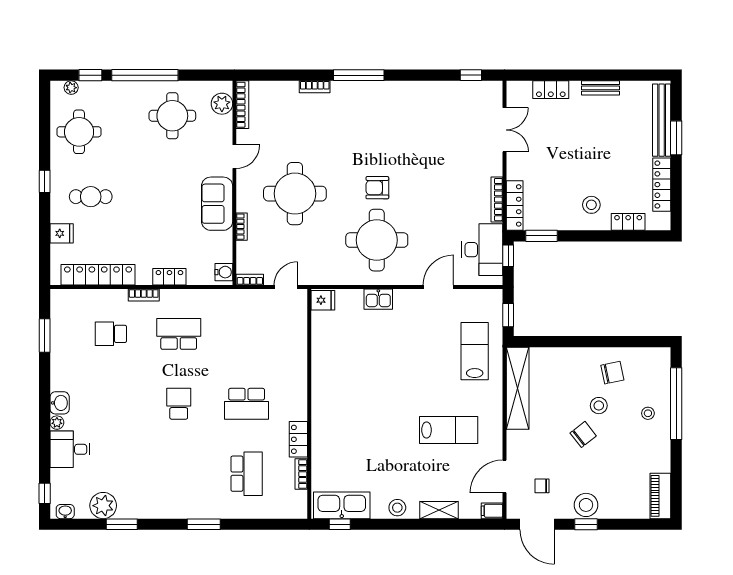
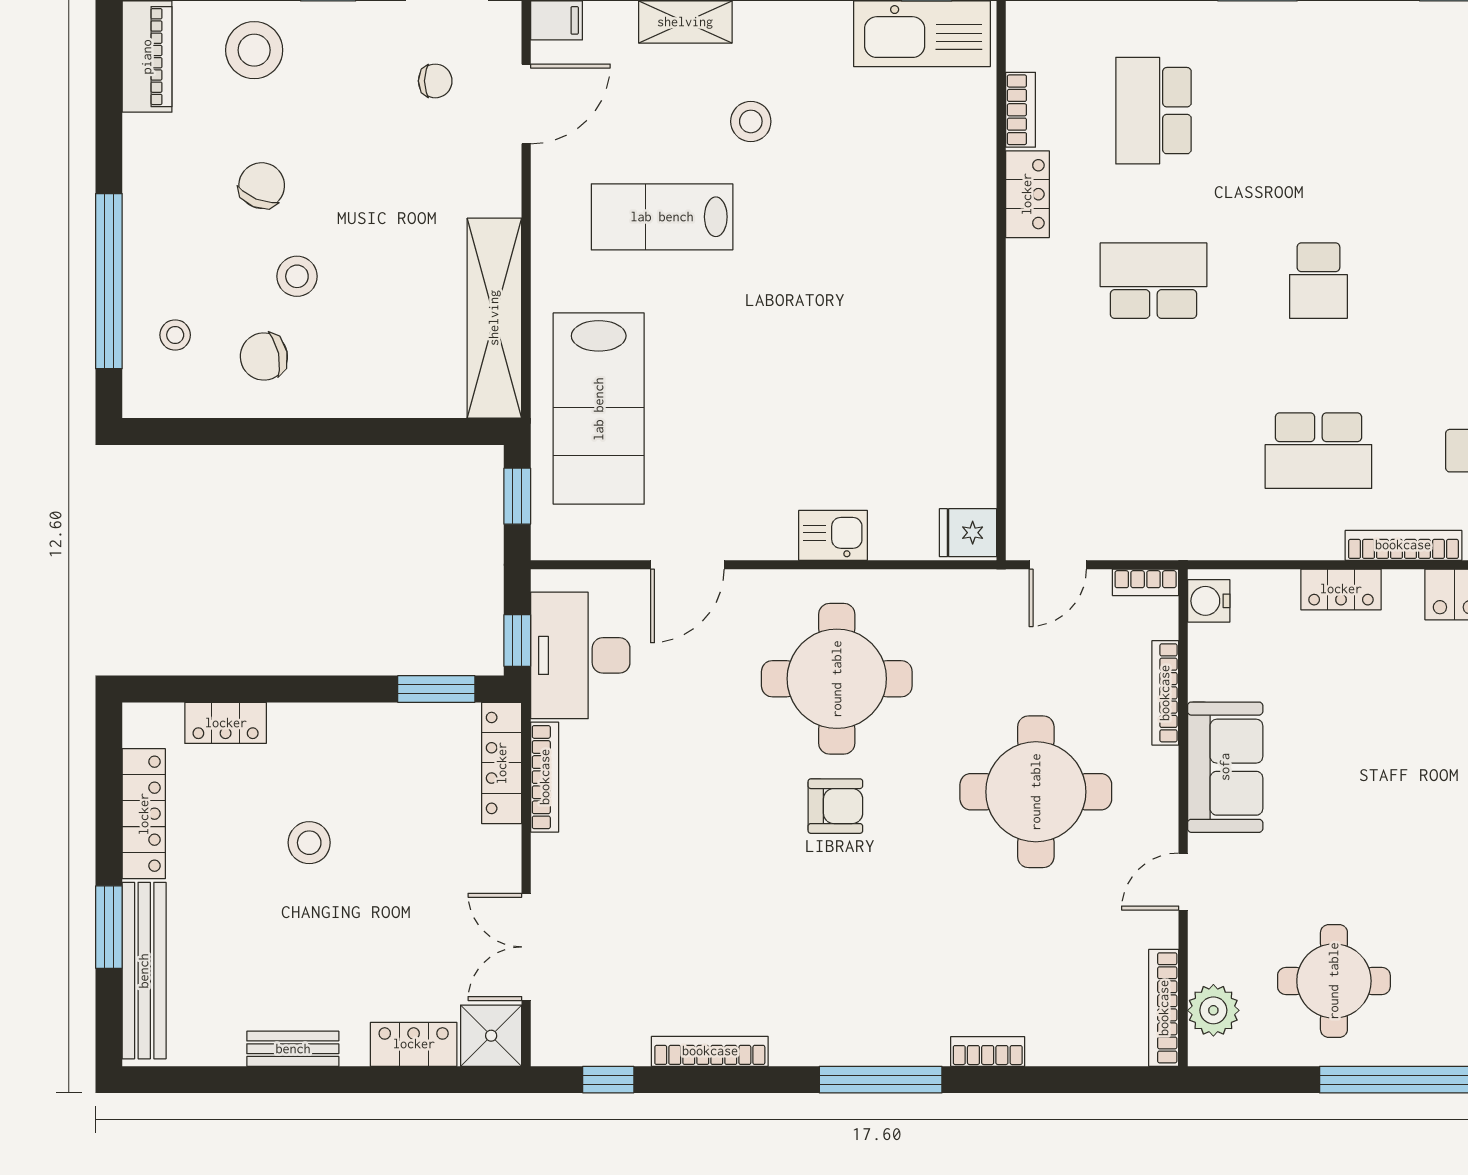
bookcase: (429, 87) -> (710, 1051), added
shower: (519, 93) -> (491, 1036), added
stool: (591, 205) -> (309, 843), moved
bookcase: (242, 227) -> (1165, 693), width x1.56
bookcase: (144, 295) -> (1403, 545), width x1.56
lab bench: (475, 351) -> (599, 409), width x1.36, depth x1.39
stool: (648, 413) -> (175, 335), moved
chair: (583, 434) -> (262, 186), moved, turned 150
stool: (586, 505) -> (254, 50), moved
stool: (397, 508) -> (751, 121), moved

